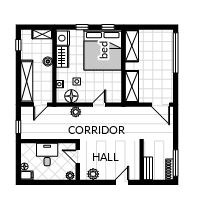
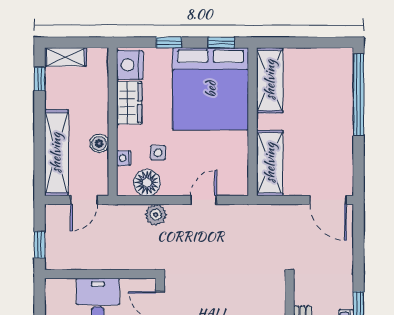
shelving: (42, 34) -> (65, 57), moved
boiler: (48, 61) -> (99, 143), moved

